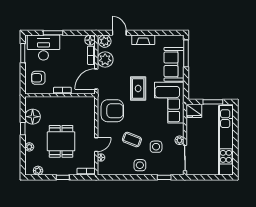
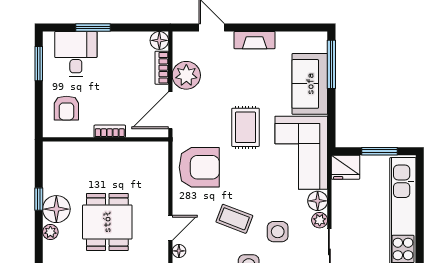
plant: (105, 41) -> (186, 42), removed
desk: (43, 48) -> (76, 54), width x0.73
armchair: (38, 78) -> (66, 108), turned -90
floor lamp: (33, 117) -> (56, 209), moved
floor lamp: (178, 130) -> (318, 201), added

